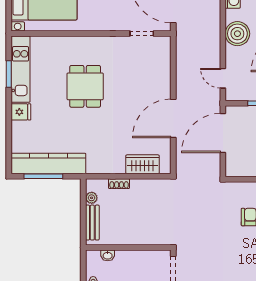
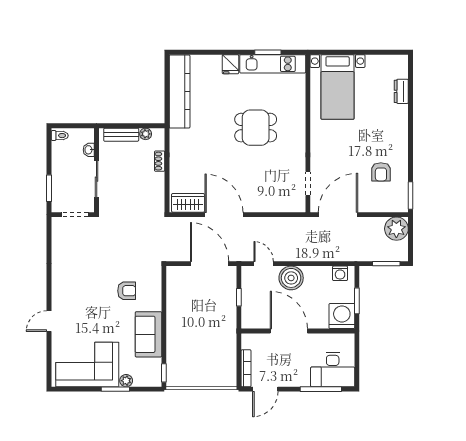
boiler: (237, 34) -> (291, 278), moved
door: (223, 78) -> (264, 264), hinge flipped
wardrobe: (143, 164) -> (188, 203), moved, turned -90
window: (43, 176) -> (167, 86), removed
sliding door: (137, 248) -> (97, 179), added

